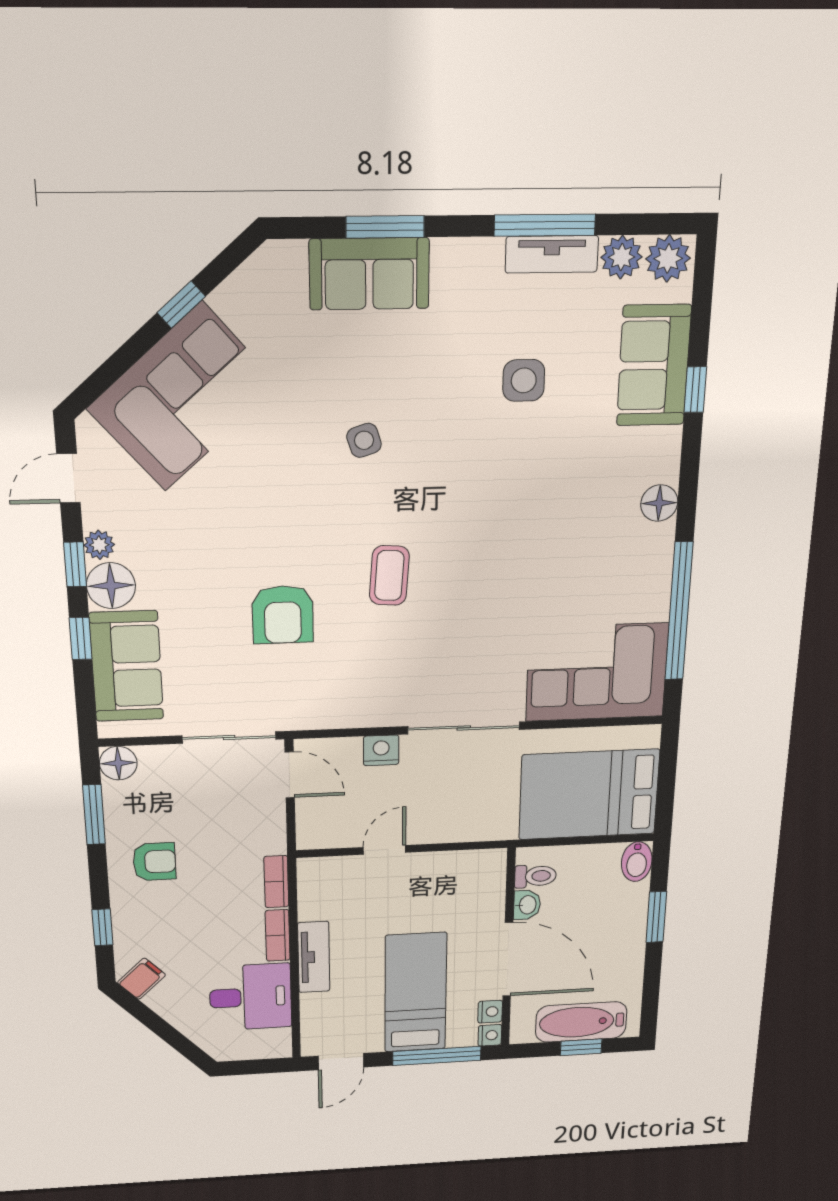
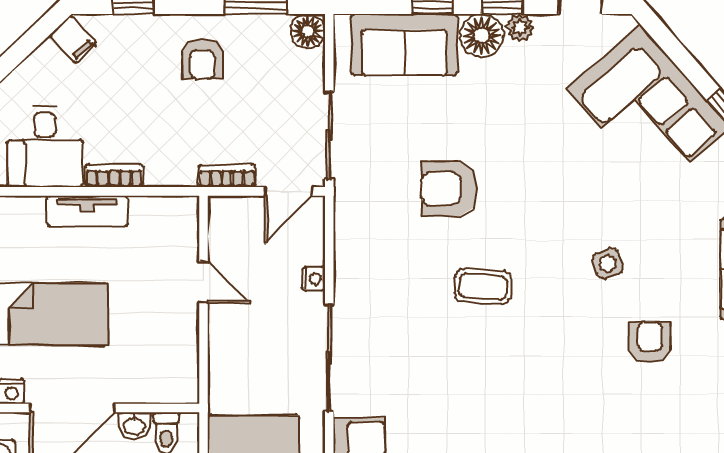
side table: (524, 380) -> (657, 404), removed
armchair: (453, 391) -> (650, 342), added
nightstand: (381, 750) -> (314, 279), width x0.72, depth x0.74
bookcase: (276, 882) -> (227, 176), moved

